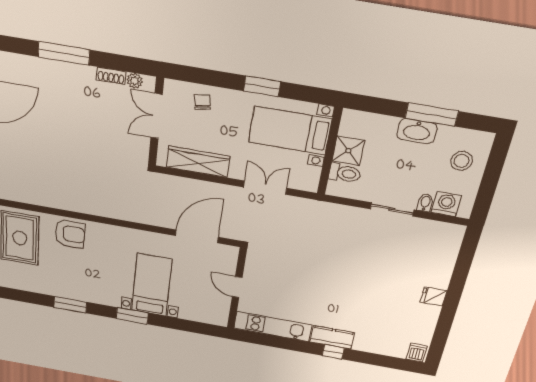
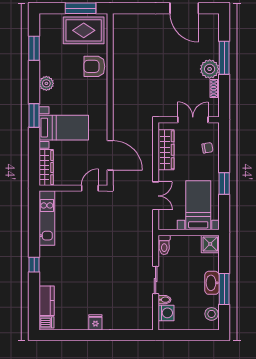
plant: (135, 81) -> (210, 69), moved, width x1.88, depth x1.88
shower: (348, 151) -> (210, 244), moved
stool: (462, 161) -> (211, 314), moved
toilet: (345, 173) -> (164, 245), moved
armchair: (70, 234) -> (94, 66), turned 90
door: (237, 287) -> (90, 188), moved
plant: (90, 294) -> (46, 83), added
window: (70, 305) -> (34, 48), moved
wardrobe: (204, 315) -> (46, 168), added
kitchen counter: (332, 337) -> (47, 301), moved

